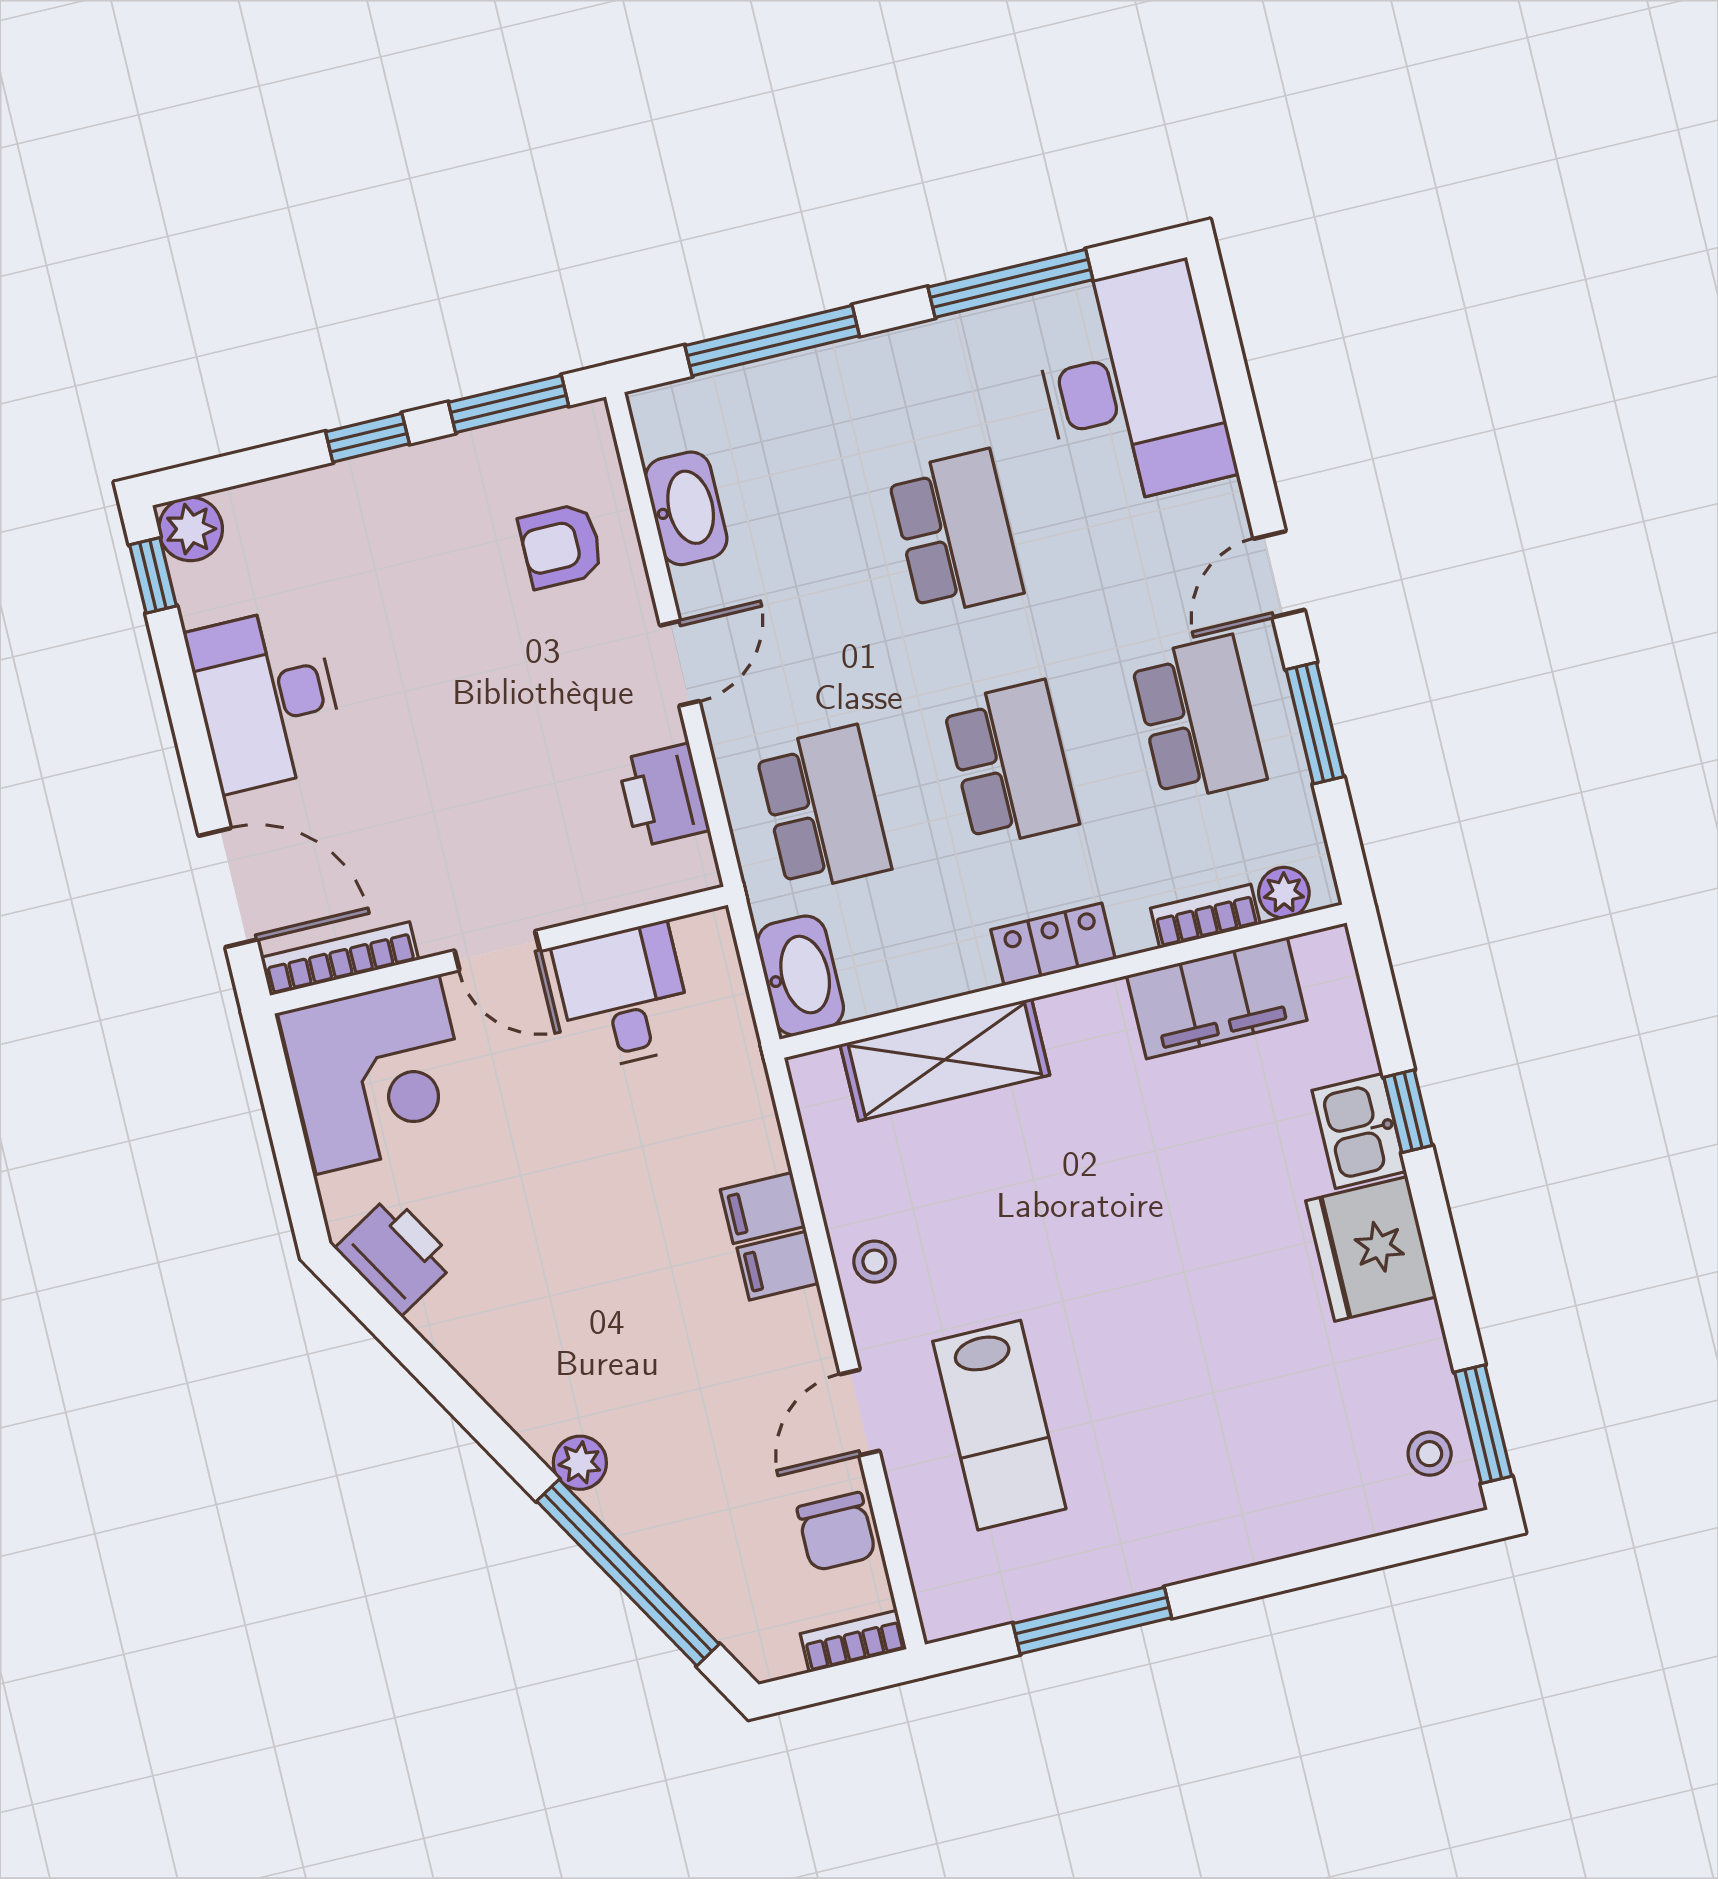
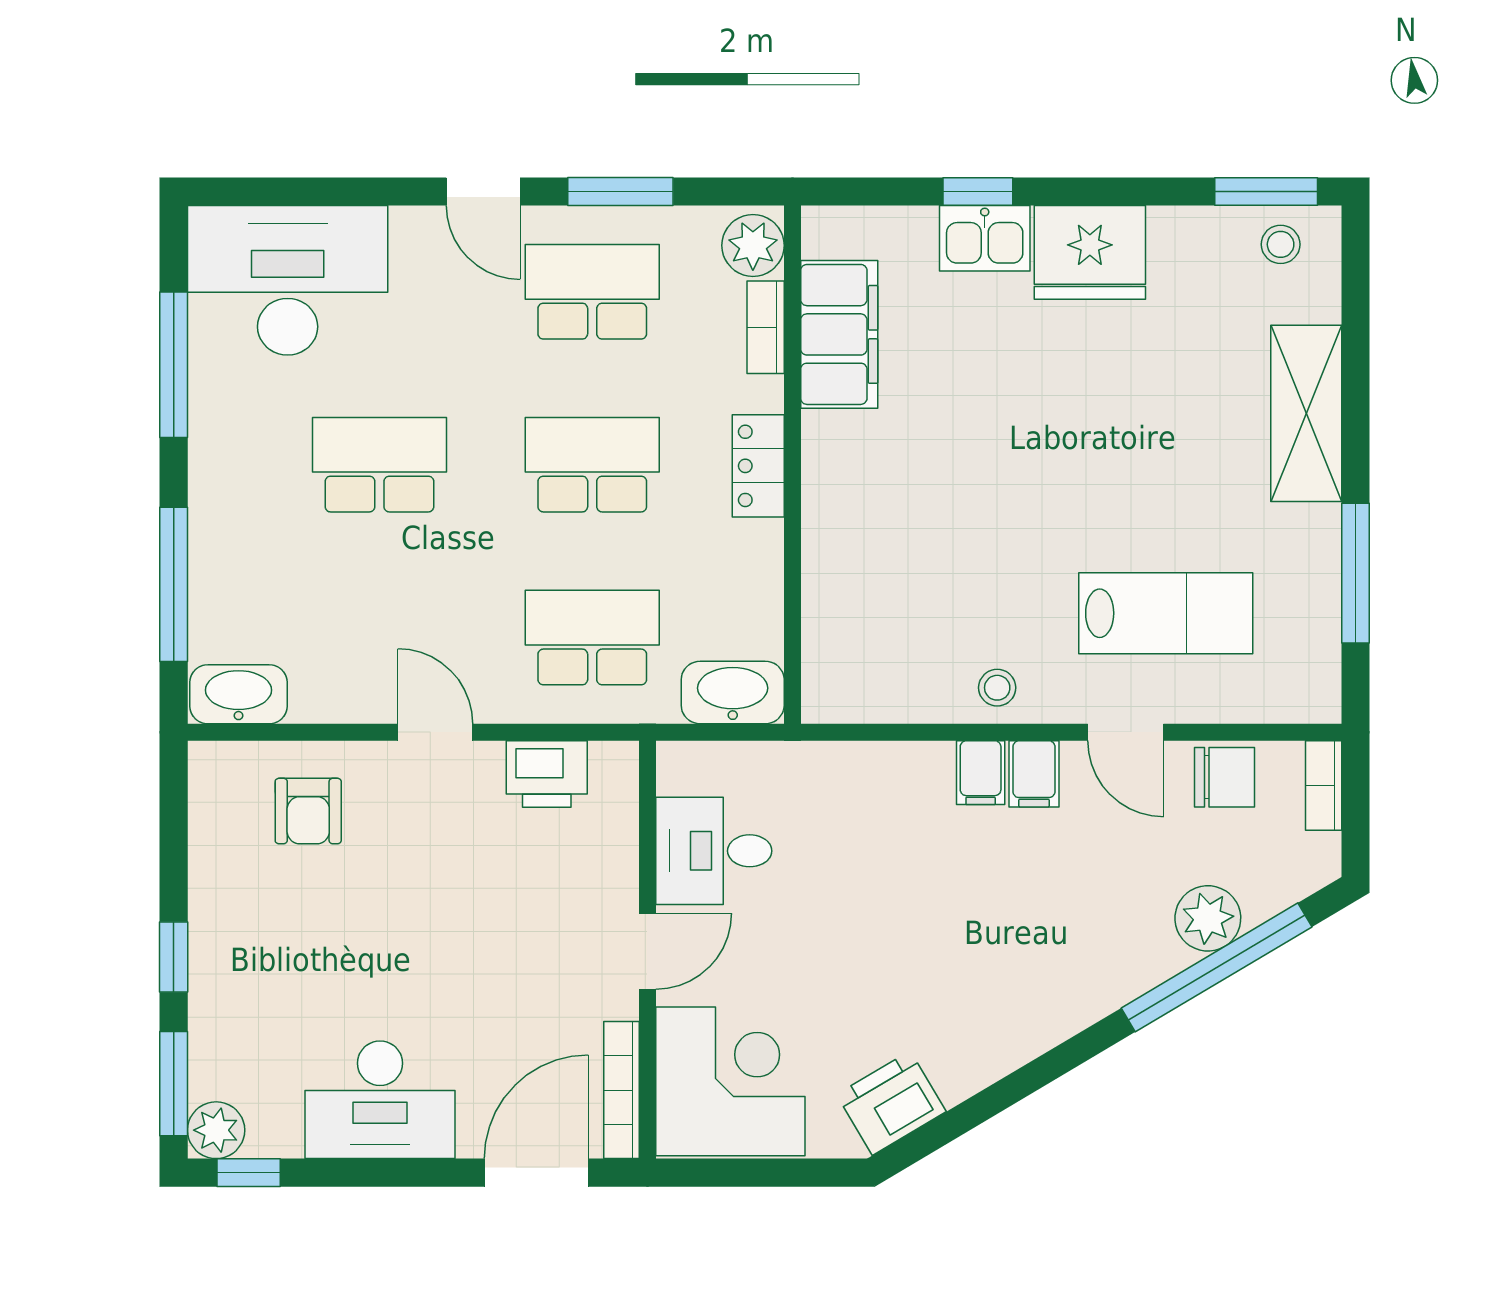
window: (508, 404) -> (174, 1084), moved
washbasin: (686, 508) -> (239, 694), moved
plant: (1284, 893) -> (753, 245), width x1.38, depth x1.38
shelving: (945, 1060) -> (1306, 413), moved
filing cabinet: (763, 1208) -> (1034, 774), moved
plant: (580, 1463) -> (1208, 918), moved, width x1.38, depth x1.38

